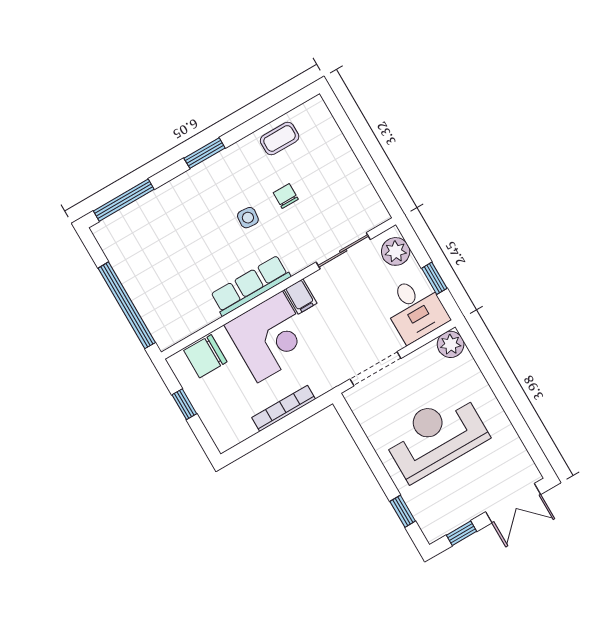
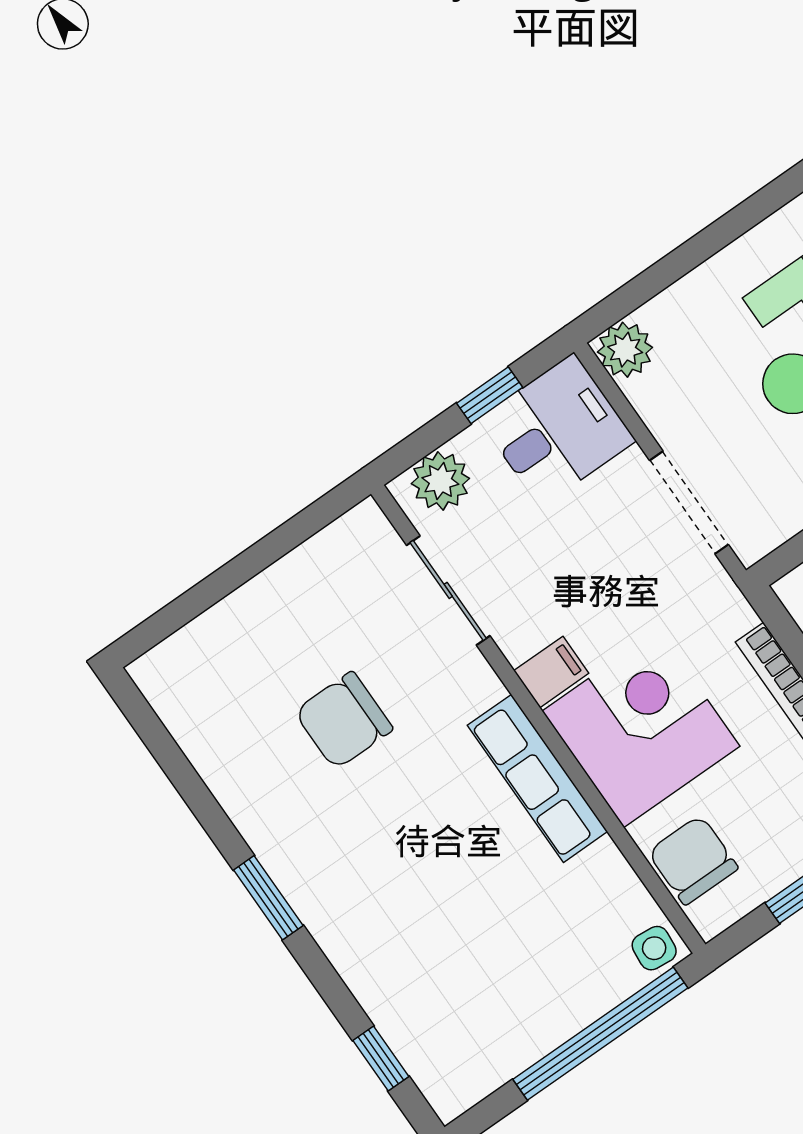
coffee table: (280, 138) -> (225, 743), removed
chair: (286, 196) -> (344, 720), width x1.87, depth x1.87
window: (124, 200) -> (381, 1058), width x0.46
side table: (248, 218) -> (654, 948), moved
chair: (205, 356) -> (693, 860), turned 180

